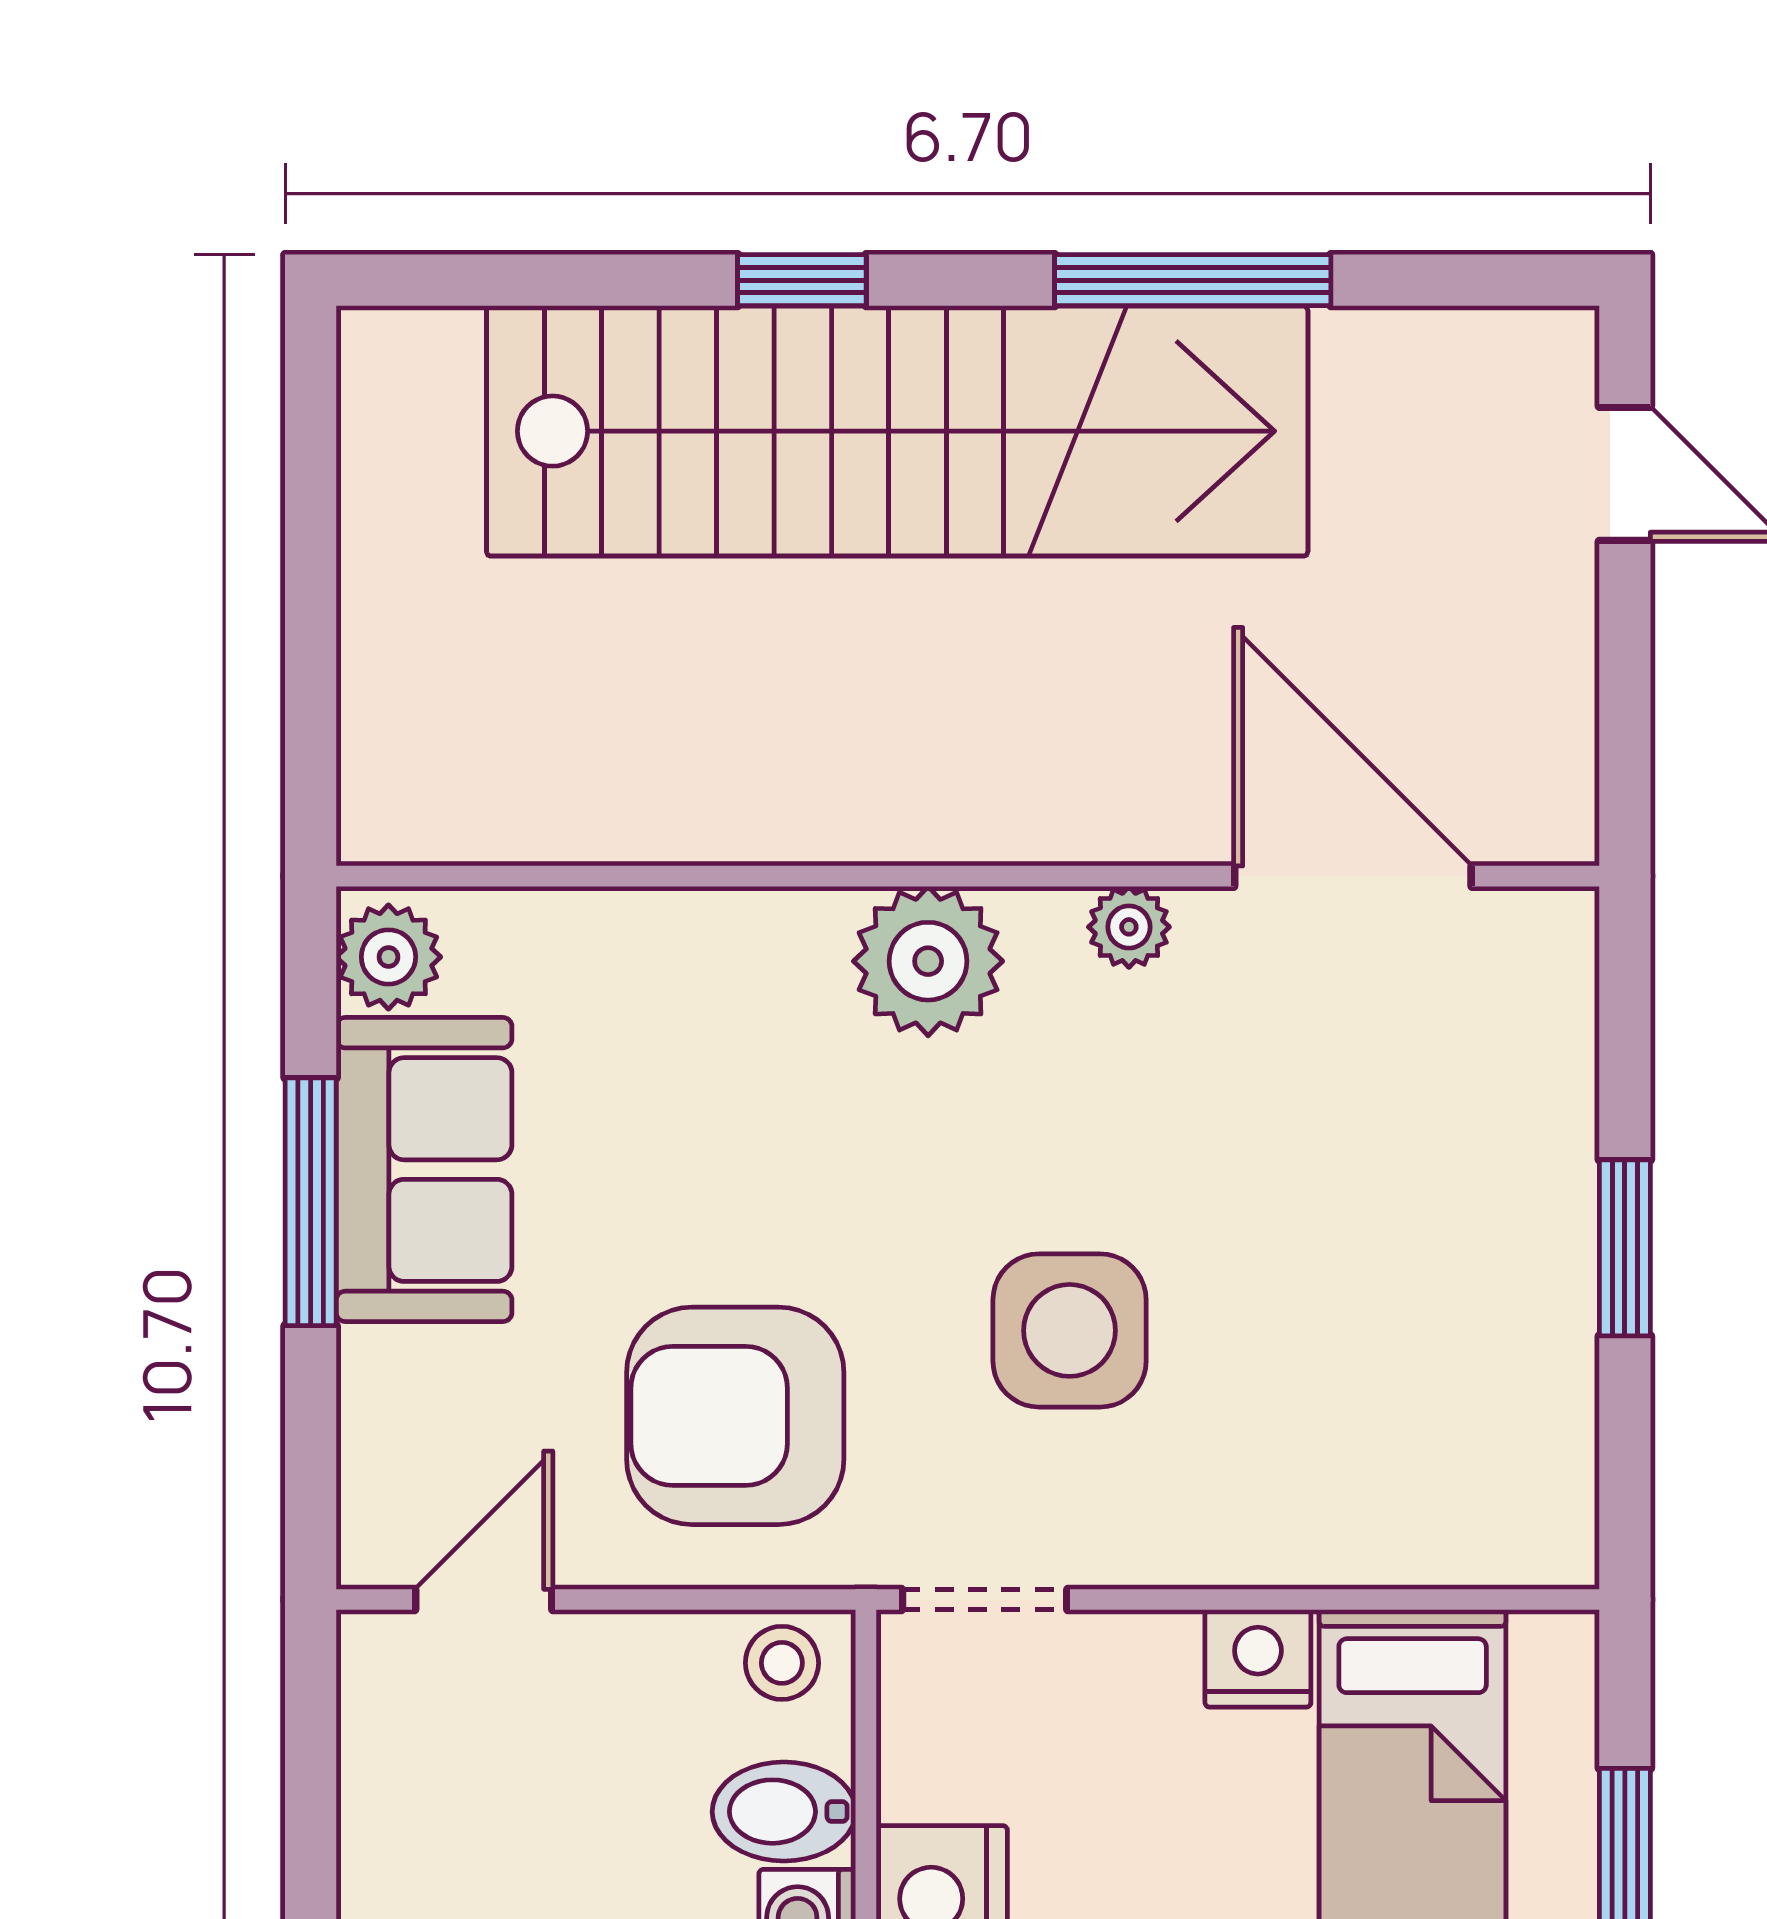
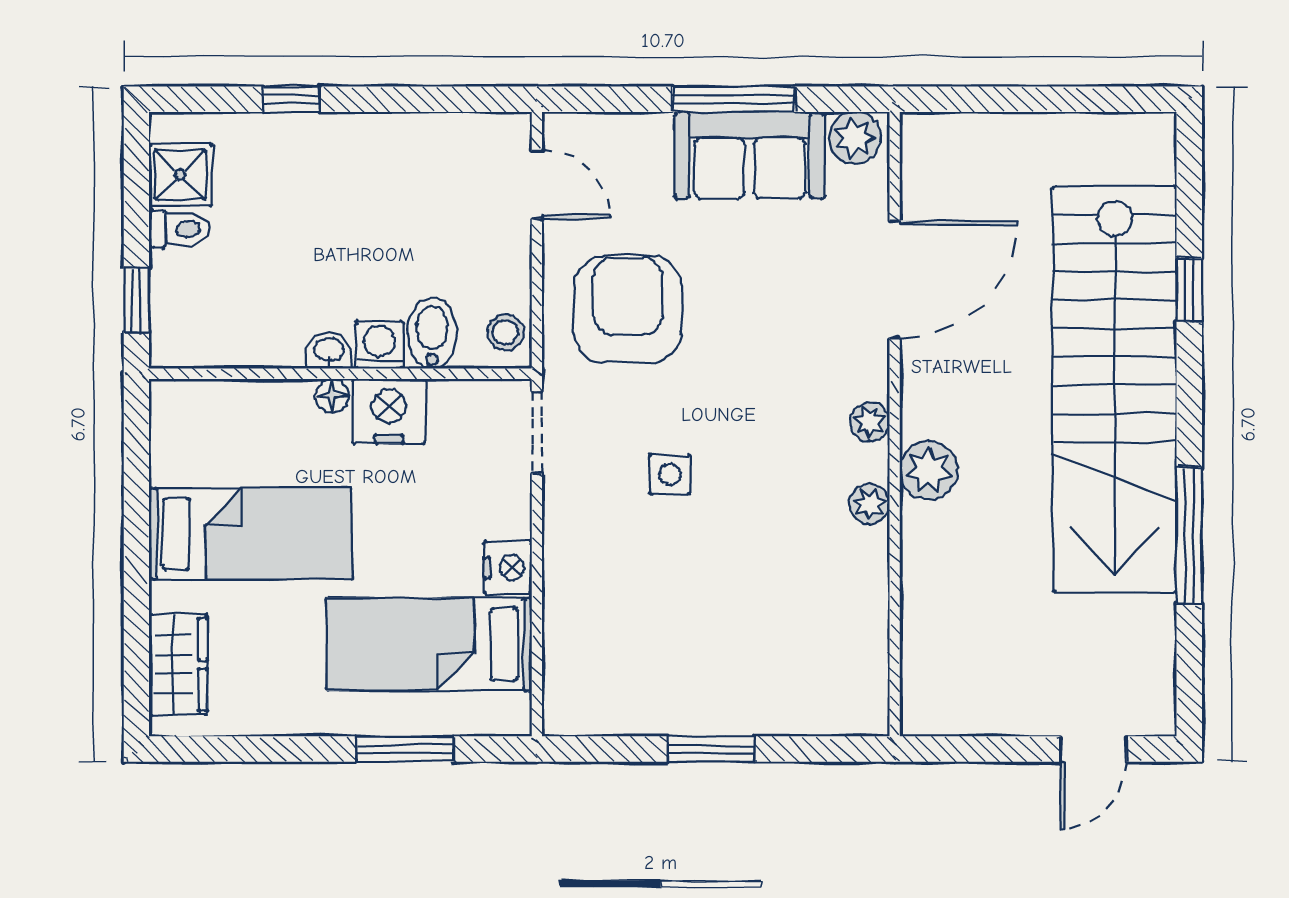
window: (802, 280) -> (1189, 290), moved
plant: (1062, 807) -> (929, 470), added
door: (1353, 876) -> (895, 279), moved
plant: (928, 961) -> (870, 422), width x0.53, depth x0.53
side table: (1070, 1330) -> (670, 474), width x0.54, depth x0.54

